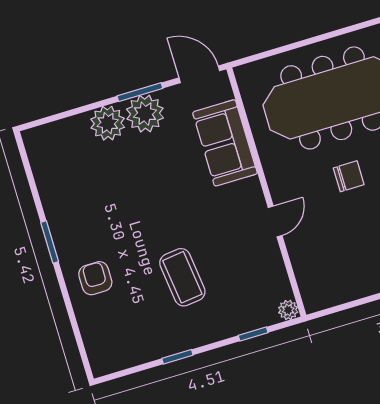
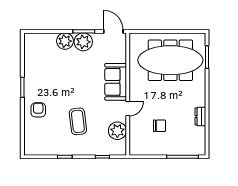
sofa: (225, 143) -> (116, 82), moved
chair: (349, 176) -> (159, 126), moved
plant: (288, 310) -> (117, 131), moved, width x1.88, depth x1.88

